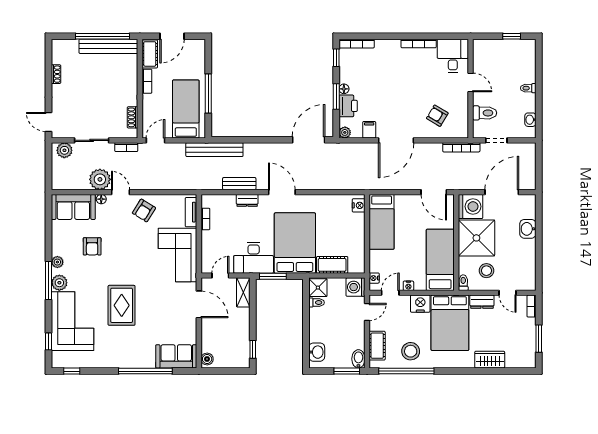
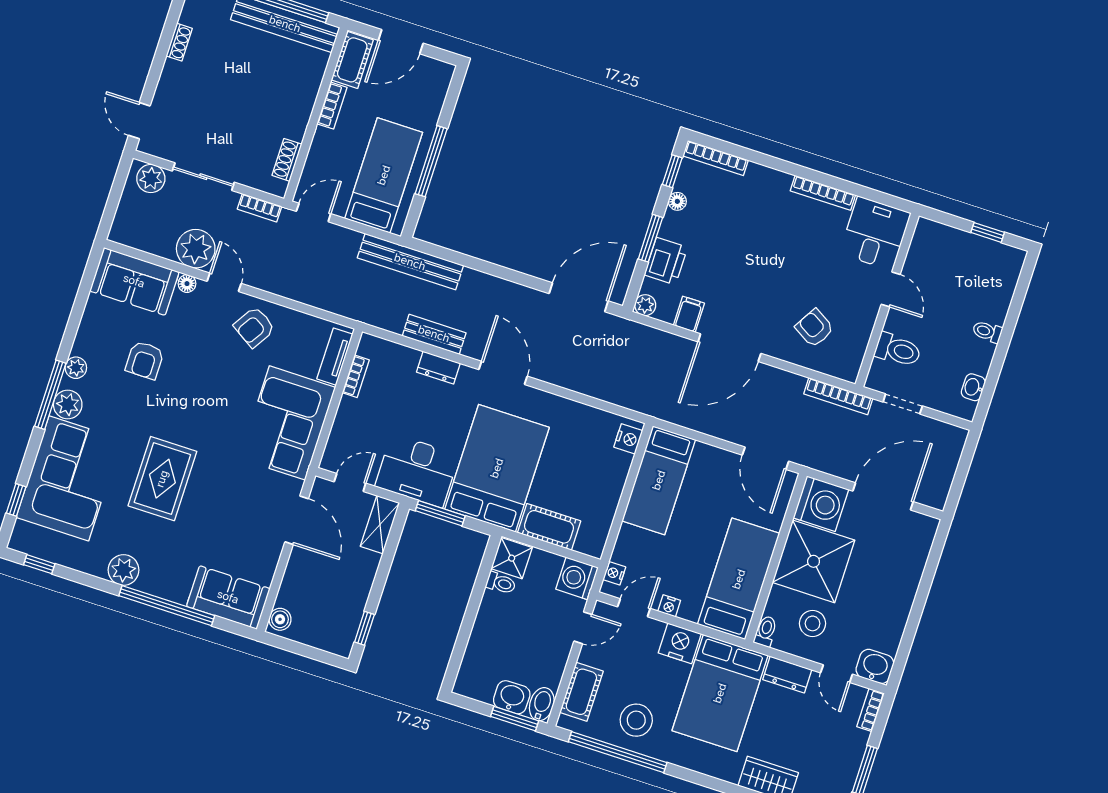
floor lamp: (344, 89) -> (677, 201), moved
washbasin: (528, 229) -> (875, 666), moved, turned 90
washbasin: (317, 352) -> (512, 697), moved, turned -90
plant: (117, 360) -> (124, 570), added

